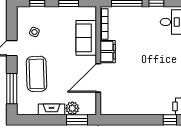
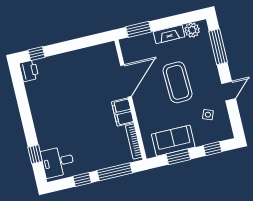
sofa: (86, 38) -> (173, 141), moved, turned -90
coffee table: (37, 74) -> (178, 82), moved
plant: (72, 108) -> (192, 30), moved

